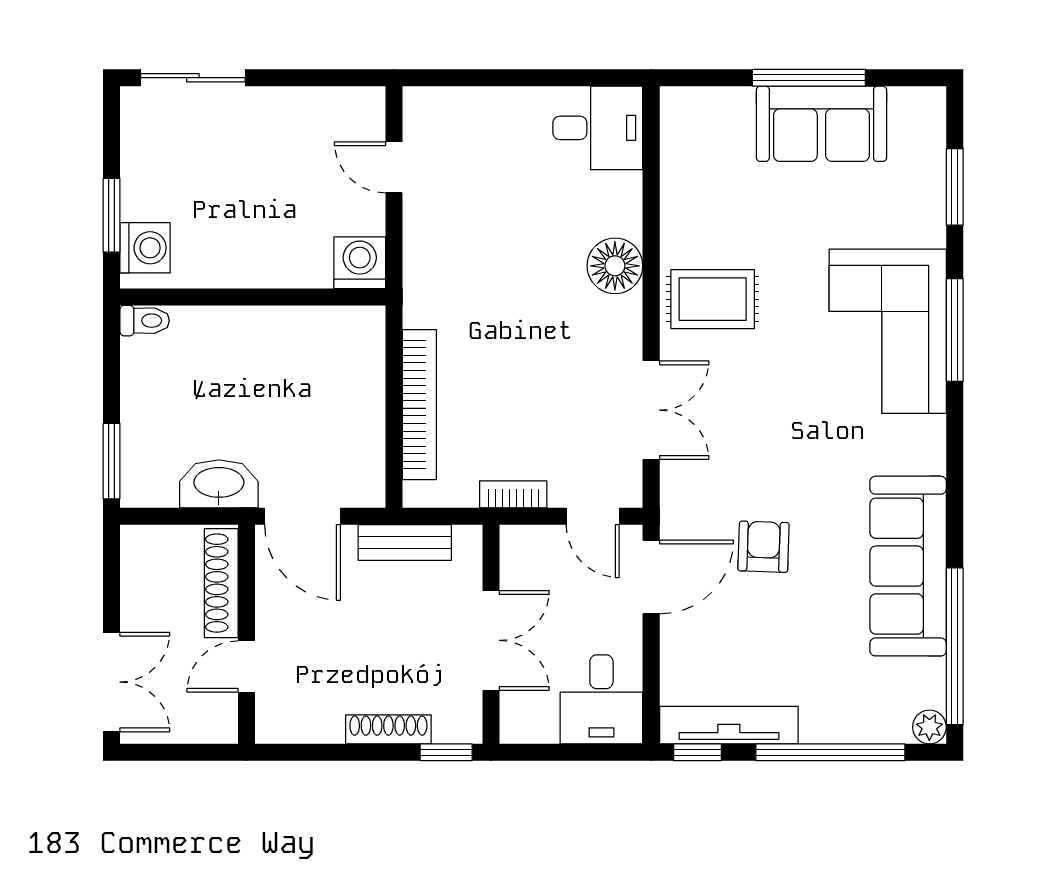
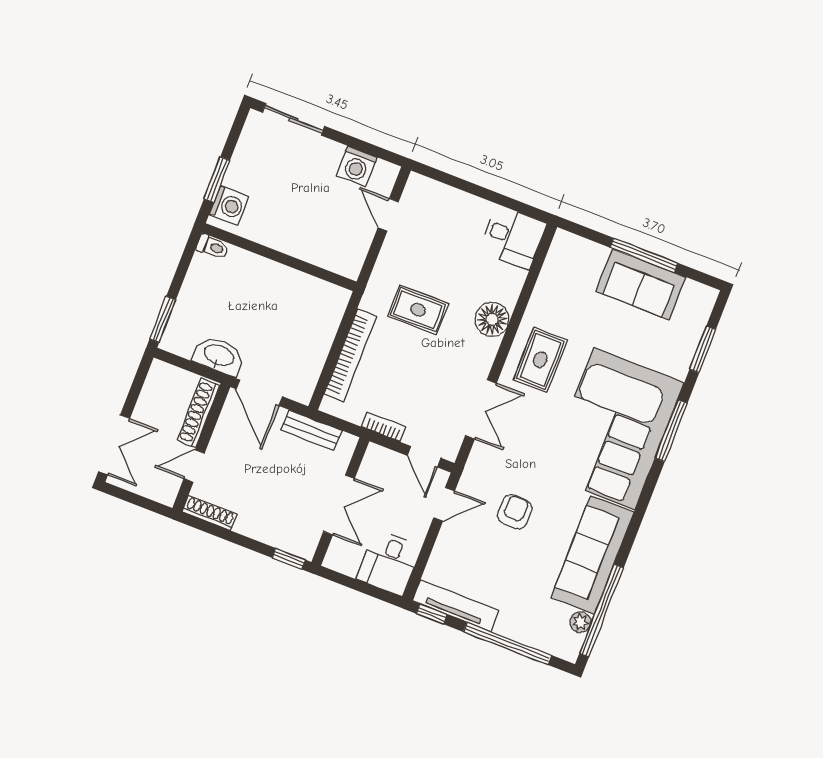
washing machine: (360, 263) -> (357, 166), moved, turned 180
rug: (496, 295) -> (418, 310), added
rug: (713, 299) -> (540, 360), turned 90
corner sofa: (888, 331) -> (614, 429), width x1.36, depth x1.36
door: (651, 577) -> (444, 504), width x0.73
plant: (929, 727) -> (580, 622), moved
shoe rack: (388, 729) -> (209, 513), moved

